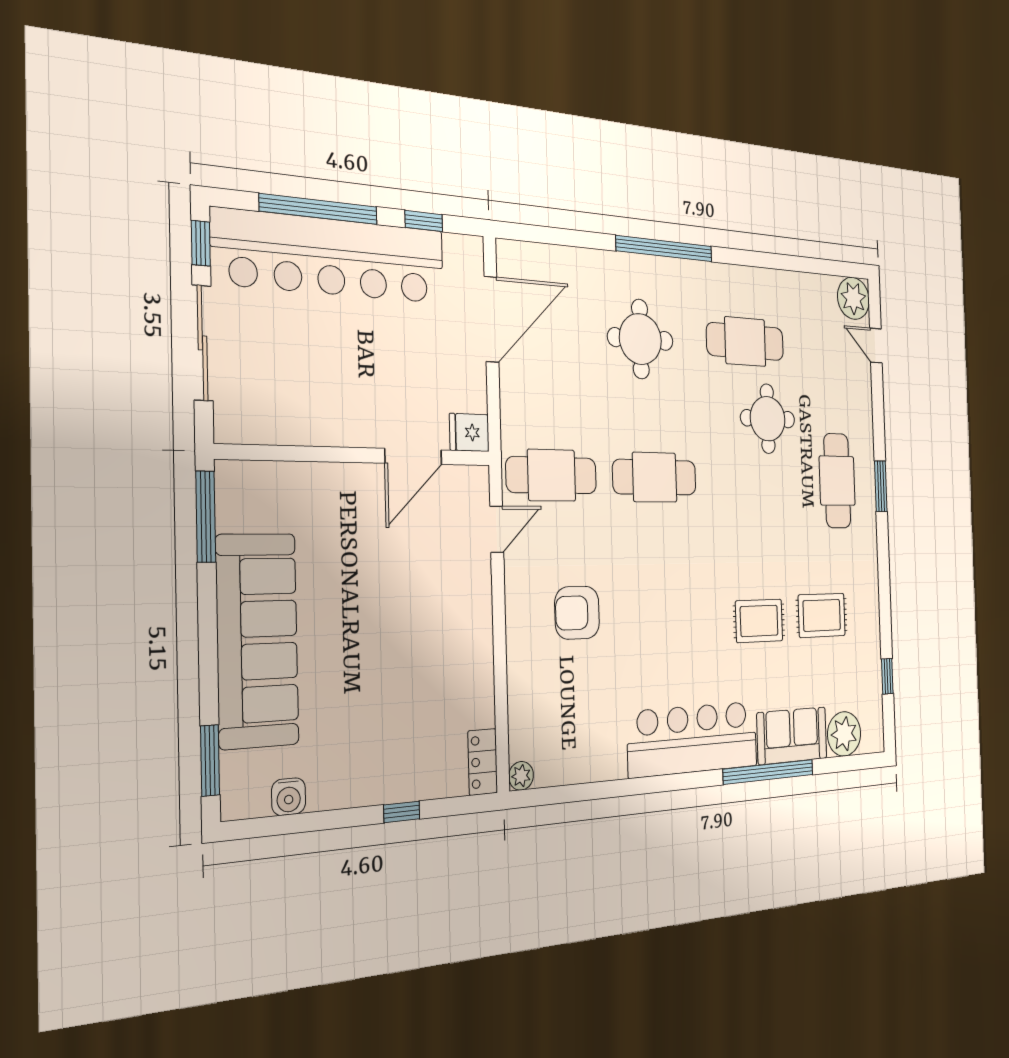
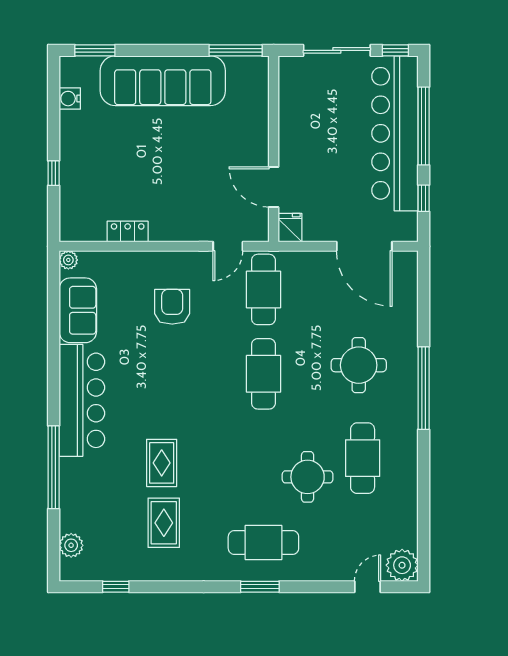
door: (497, 529) -> (228, 246), hinge flipped
plant: (844, 734) -> (71, 545), width x0.73, depth x0.73
sofa: (792, 736) -> (78, 310), moved
locker: (483, 762) -> (128, 232), moved

